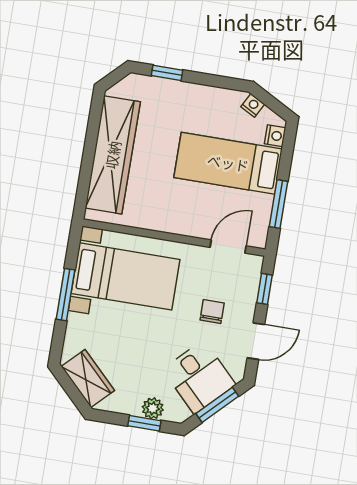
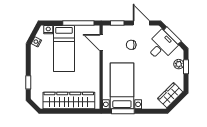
window: (279, 204) -> (78, 23), width x1.44
window: (66, 295) -> (123, 111), moved

